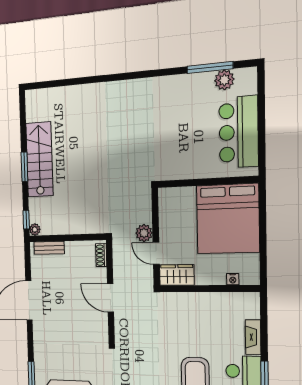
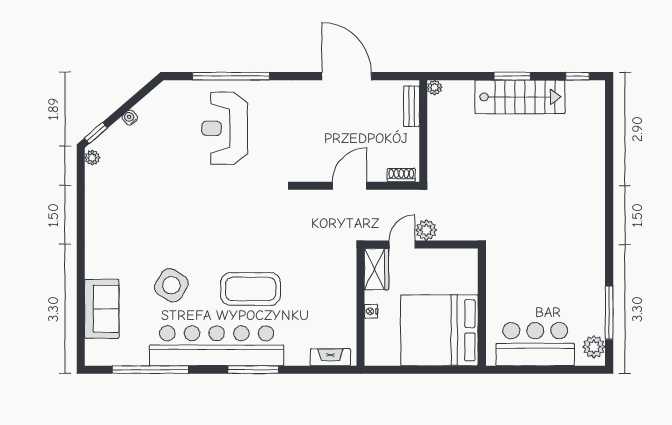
plant: (224, 80) -> (594, 347), moved
window: (26, 220) -> (577, 76), moved
nightstand: (233, 279) -> (371, 311), moved
fireplace: (253, 337) -> (330, 357), moved

